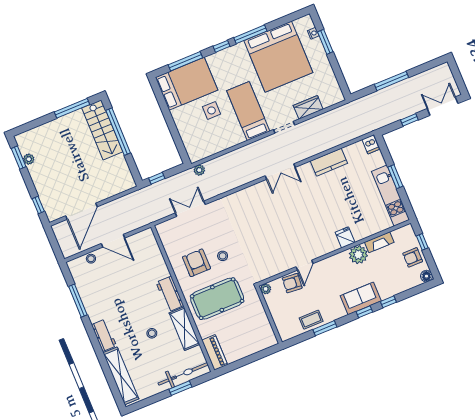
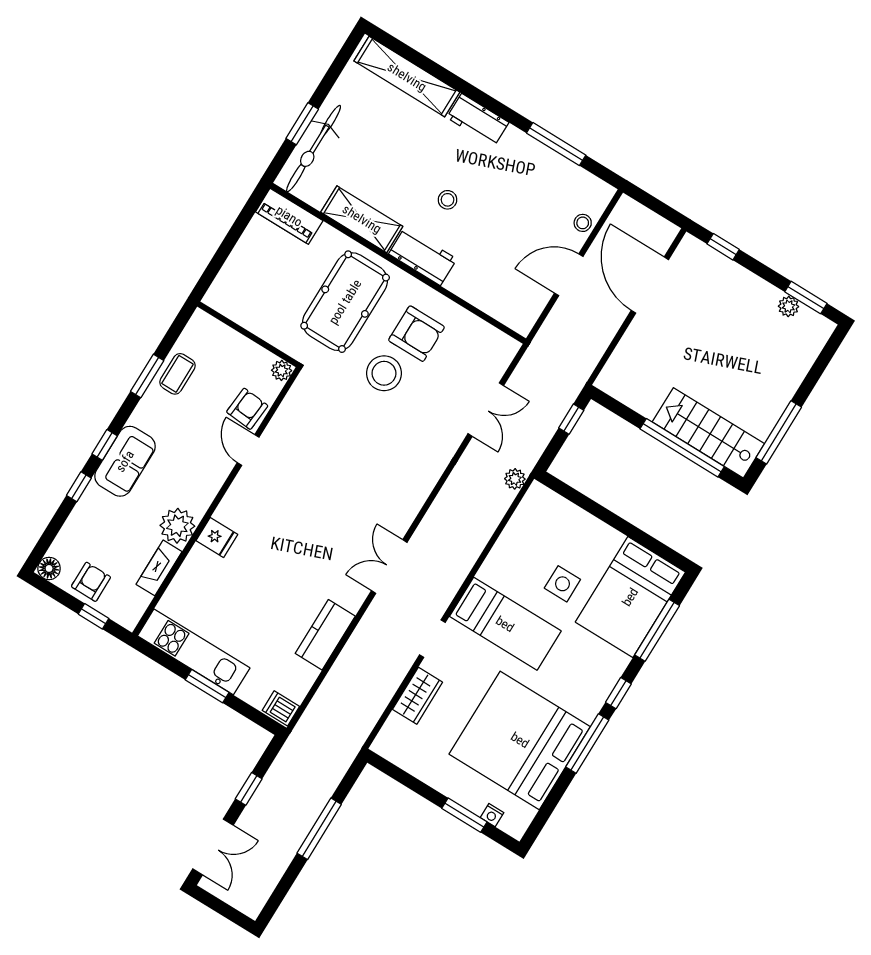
stool: (223, 256) -> (384, 373), width x1.89, depth x1.89
stool: (152, 333) -> (448, 200), moved

